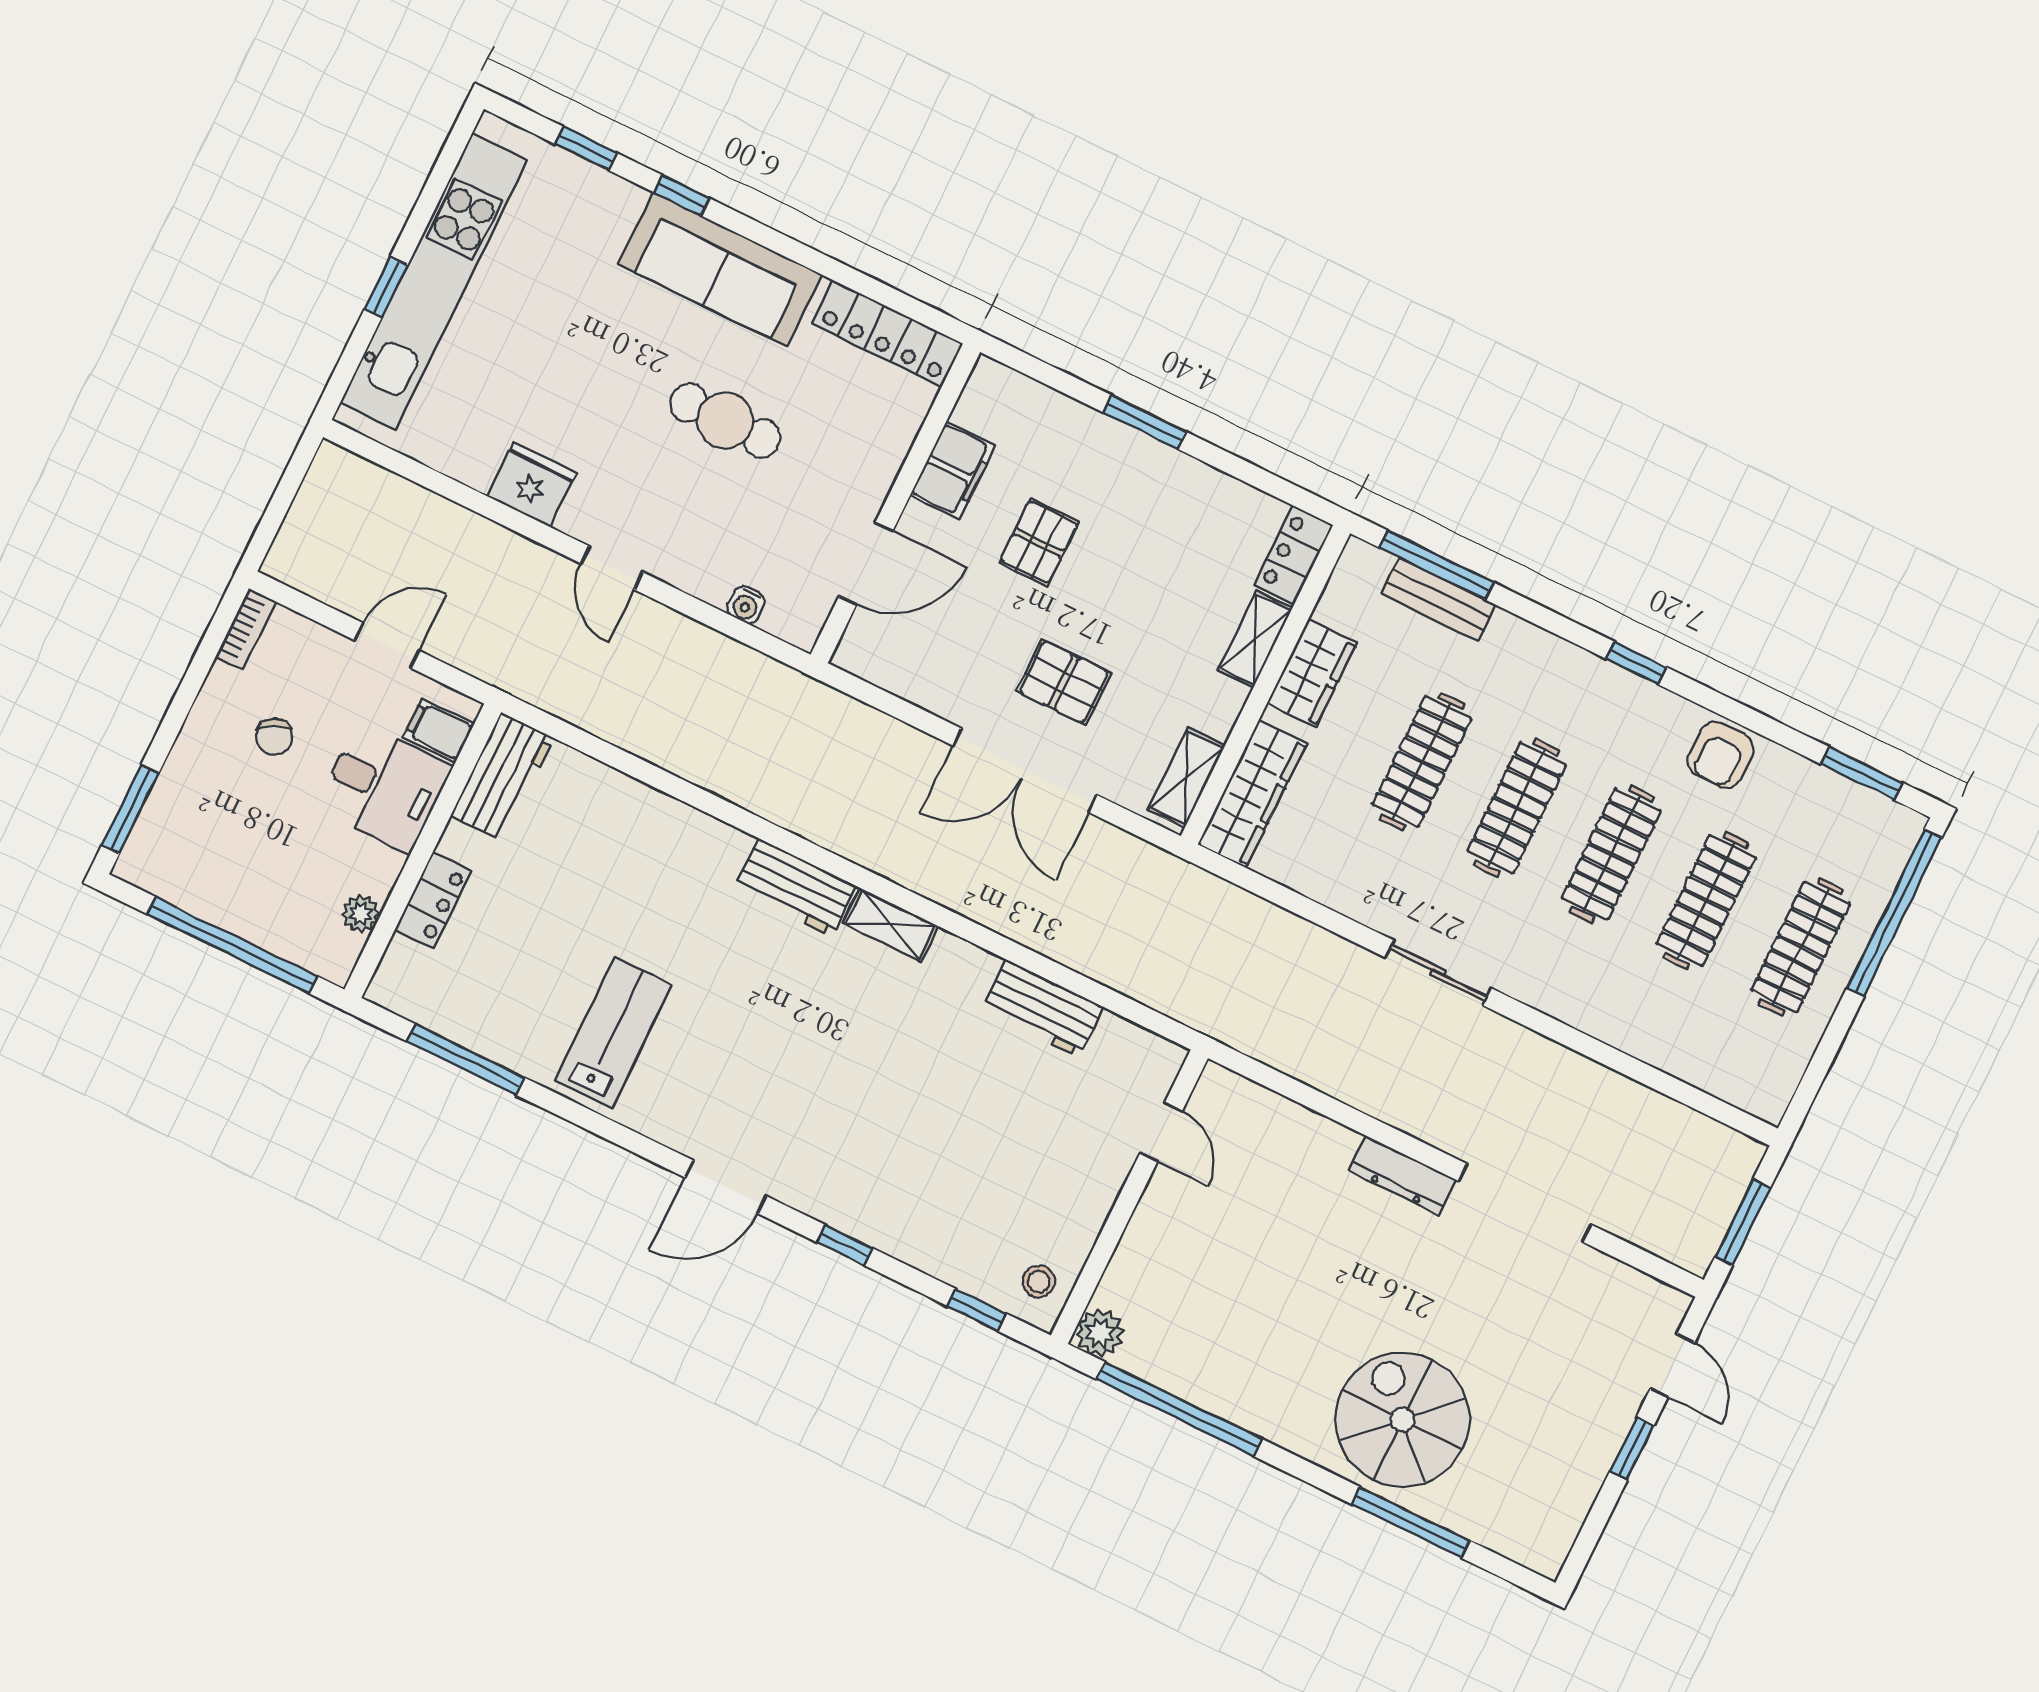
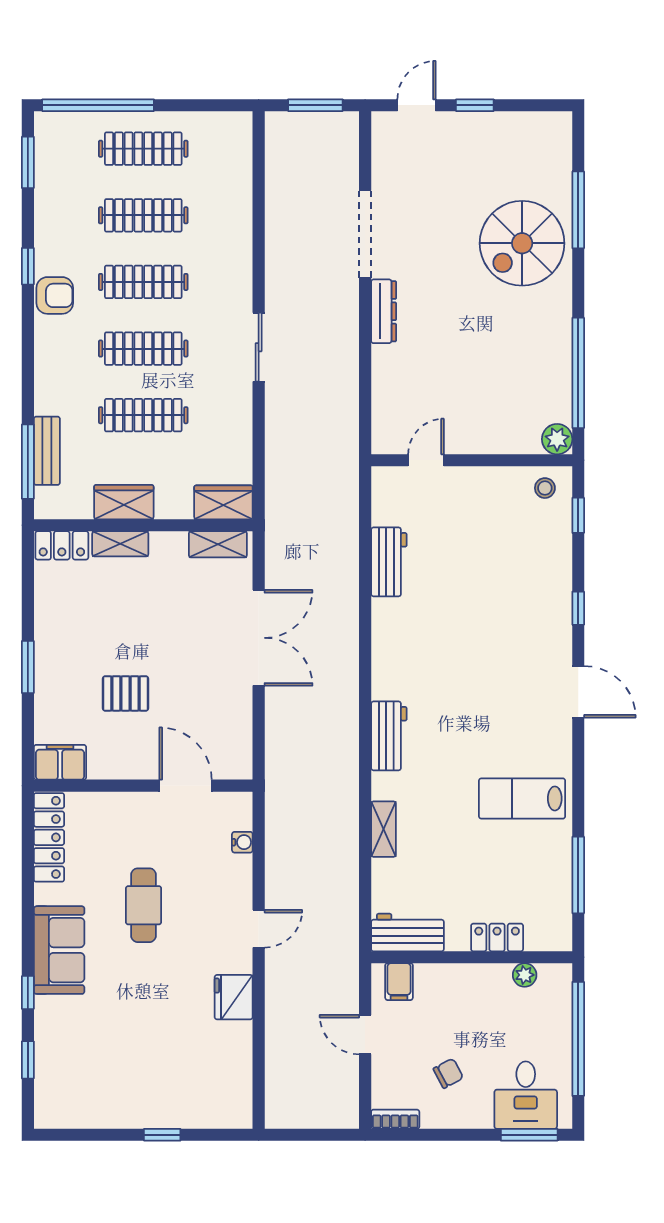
sofa: (720, 269) -> (59, 950), width x0.73
kitchen unit: (434, 281) -> (146, 1109), removed
filing cabinet: (953, 470) -> (60, 762), moved
window: (1636, 663) -> (28, 266), moved
pallet: (1064, 682) -> (198, 641), removed
armchair: (1721, 755) -> (55, 295), moved
desk: (384, 787) -> (526, 1095), moved, turned 180
wardrobe: (1252, 794) -> (223, 502), width x0.67
shelving: (891, 925) -> (384, 829), moved

